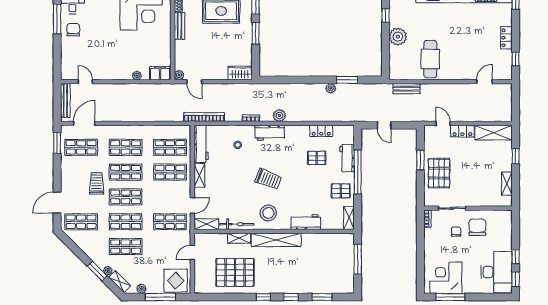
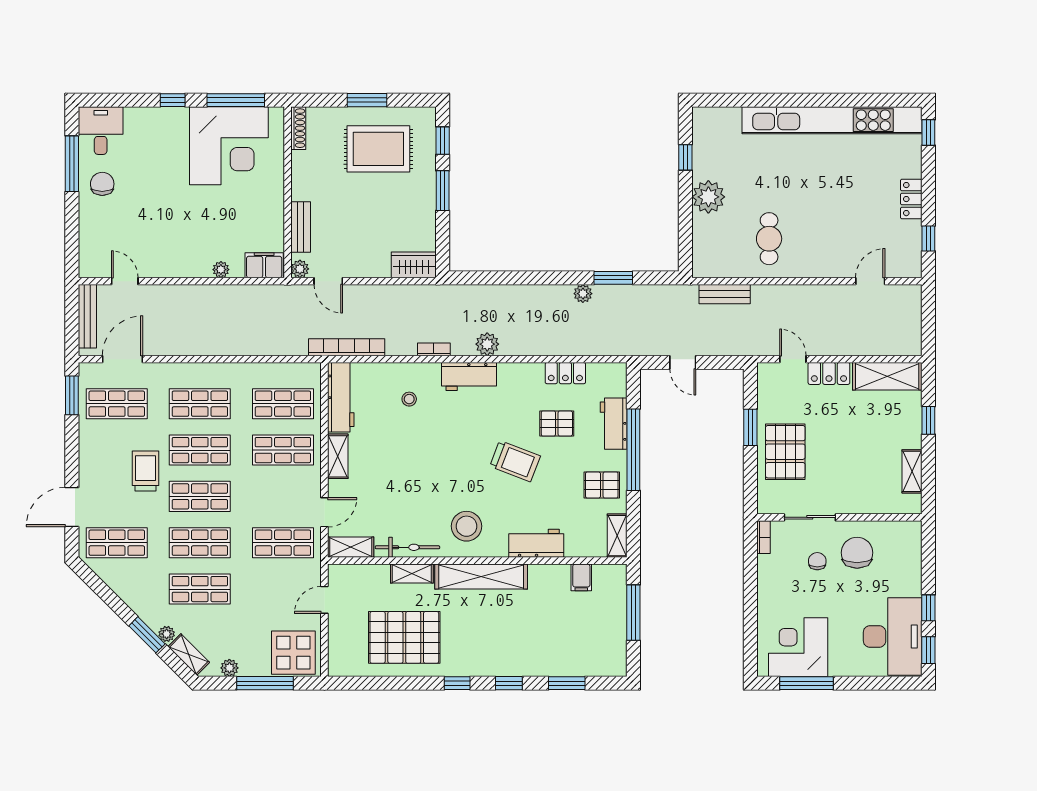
bench: (179, 26) -> (301, 227), moved
cafe table: (430, 59) -> (769, 239), width x0.73, depth x0.74
trolley: (268, 179) -> (515, 461), moved
filing cabinet: (330, 240) -> (581, 577), added

